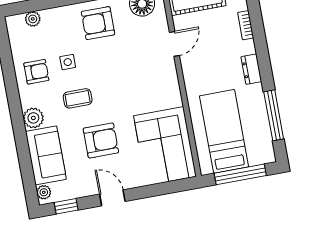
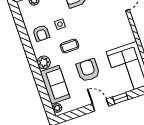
armchair: (36, 72) -> (41, 33), turned 90
armchair: (101, 141) -> (88, 70), turned -90
window: (66, 206) -> (120, 98), moved

